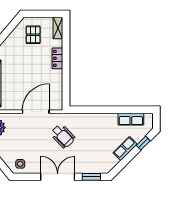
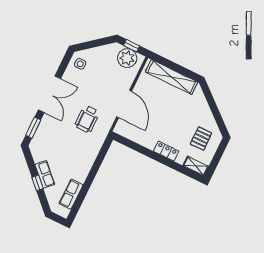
pallet: (33, 35) -> (201, 138), turned 90
wheelchair: (63, 136) -> (87, 119), turned -46
window: (143, 143) -> (37, 183), moved

